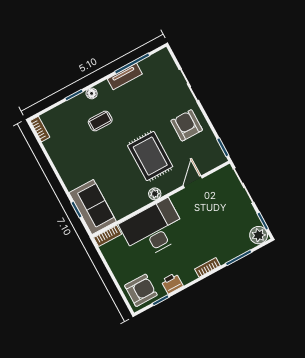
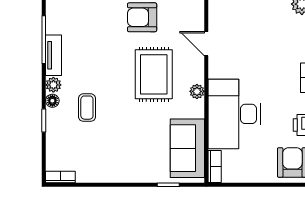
plant: (103, 88) -> (53, 85), added
rug: (150, 156) -> (154, 74), turned 90
sofa: (93, 207) -> (187, 148), moved, turned -90

